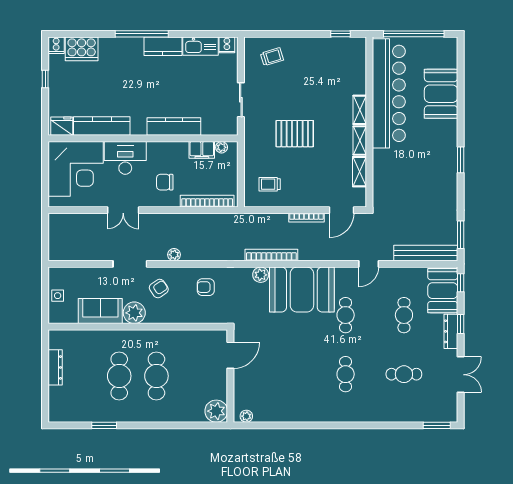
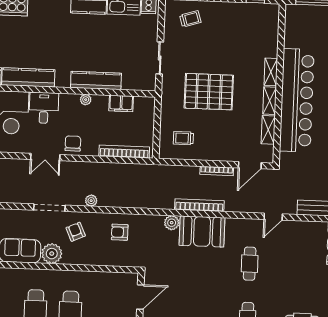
bar counter: (389, 93) -> (297, 100), moved
pallet: (295, 134) -> (209, 92), width x1.37, depth x1.41
plant: (222, 147) -> (86, 100), moved
desk: (125, 158) -> (44, 108), width x0.73
chair: (165, 182) -> (73, 143), moved, turned 90
bookcase: (271, 255) -> (199, 205), moved
armchair: (159, 289) -> (76, 232), turned -80
booth: (302, 290) -> (202, 231), width x0.73, depth x0.70
cafe table: (404, 315) -> (304, 266), removed

